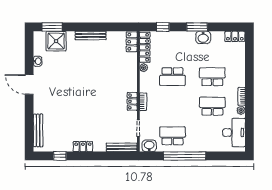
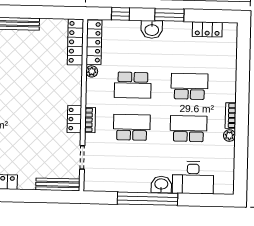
locker: (235, 36) -> (207, 29), moved
washbasin: (203, 37) -> (152, 30), moved
locker: (132, 42) -> (75, 42), width x1.53
desk: (234, 132) -> (193, 178), moved, turned 90
school desk: (173, 136) -> (132, 127), moved
washbasin: (149, 146) -> (161, 184), moved

